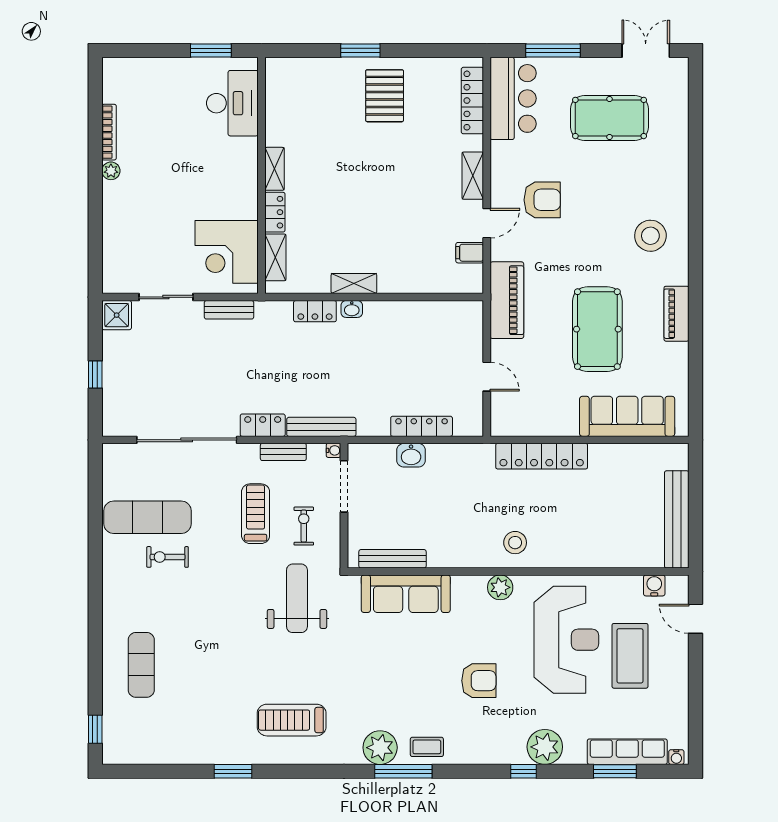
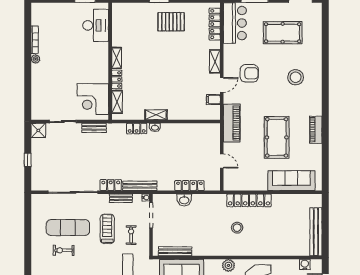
pallet: (385, 96) -> (171, 22), turned 90
stool: (650, 236) -> (296, 77), moved
exercise mat: (147, 517) -> (68, 228), moved
stool: (515, 543) -> (237, 228), moved

